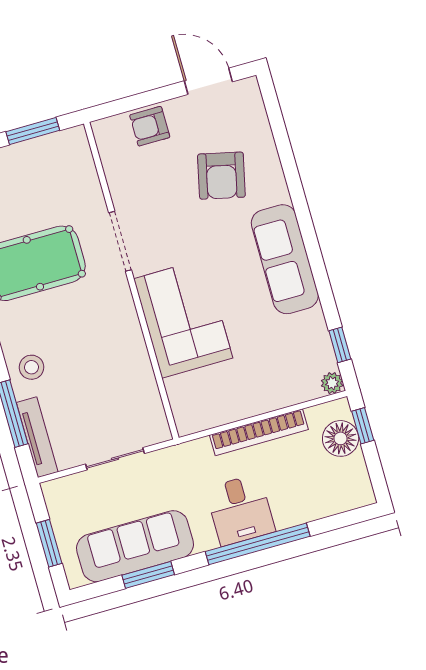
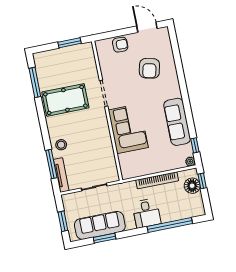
armchair: (150, 126) -> (120, 45), turned 180
sofa: (285, 259) -> (177, 122), moved
window: (258, 544) -> (170, 225), moved

